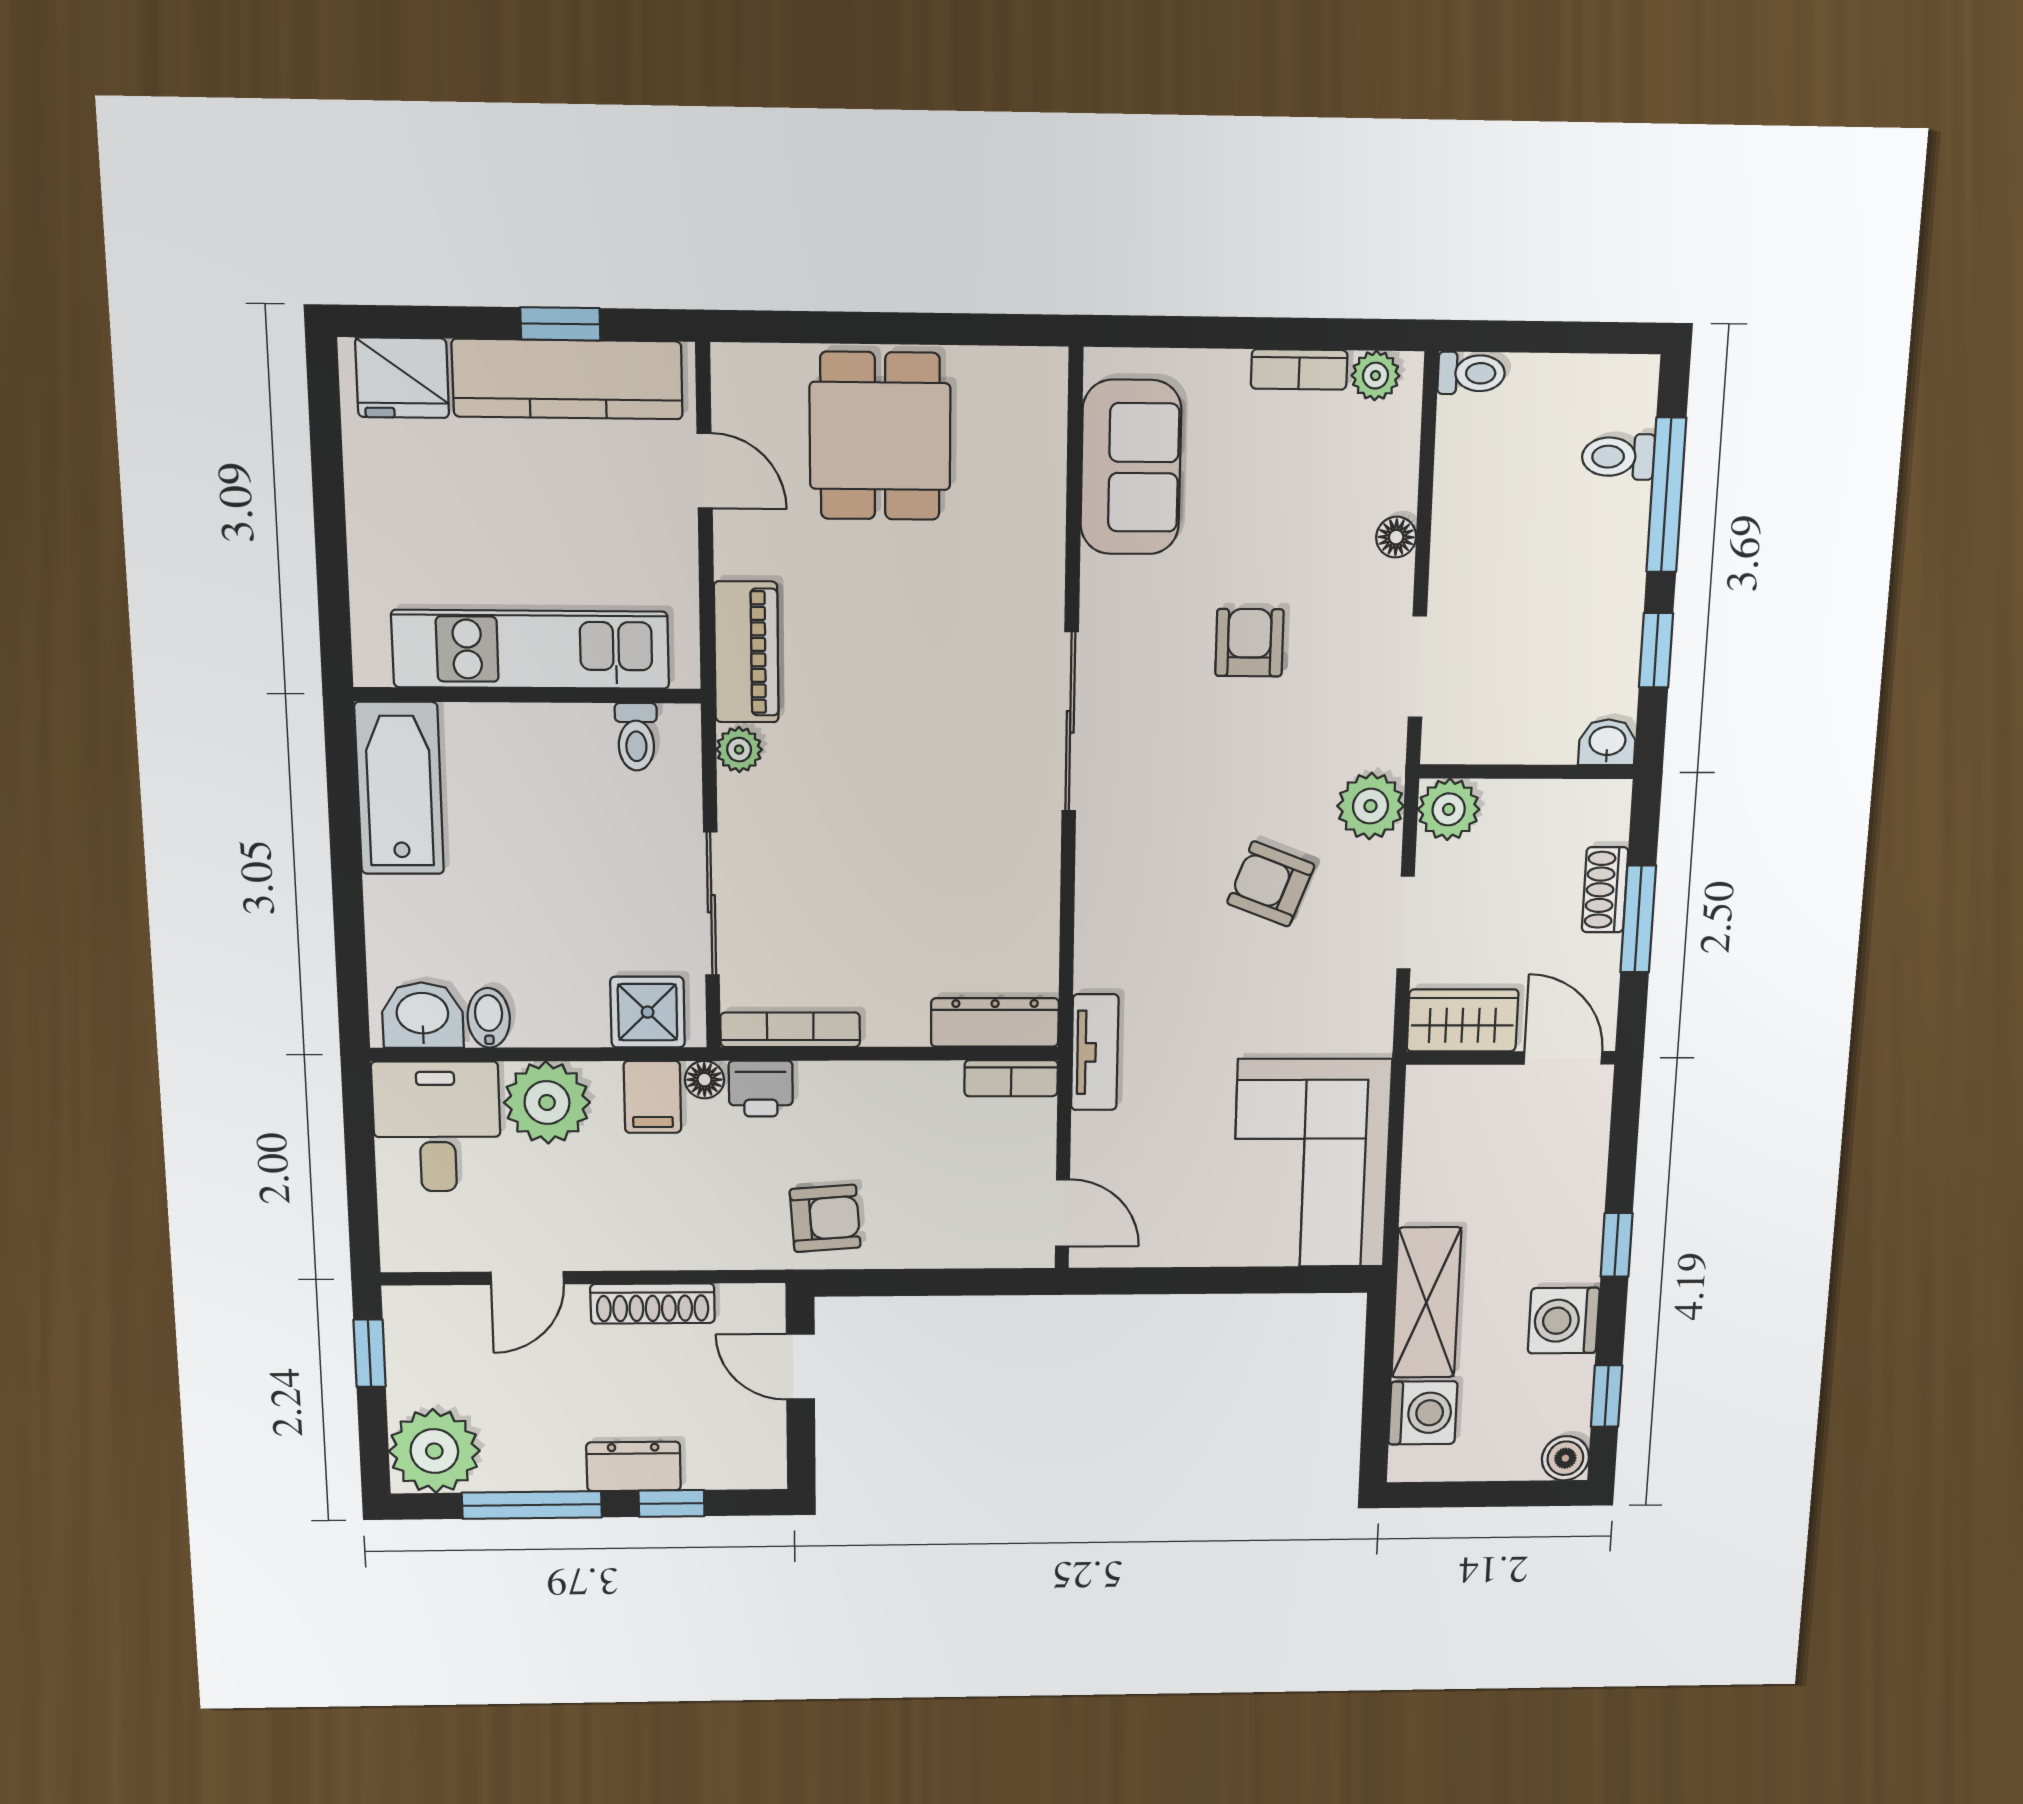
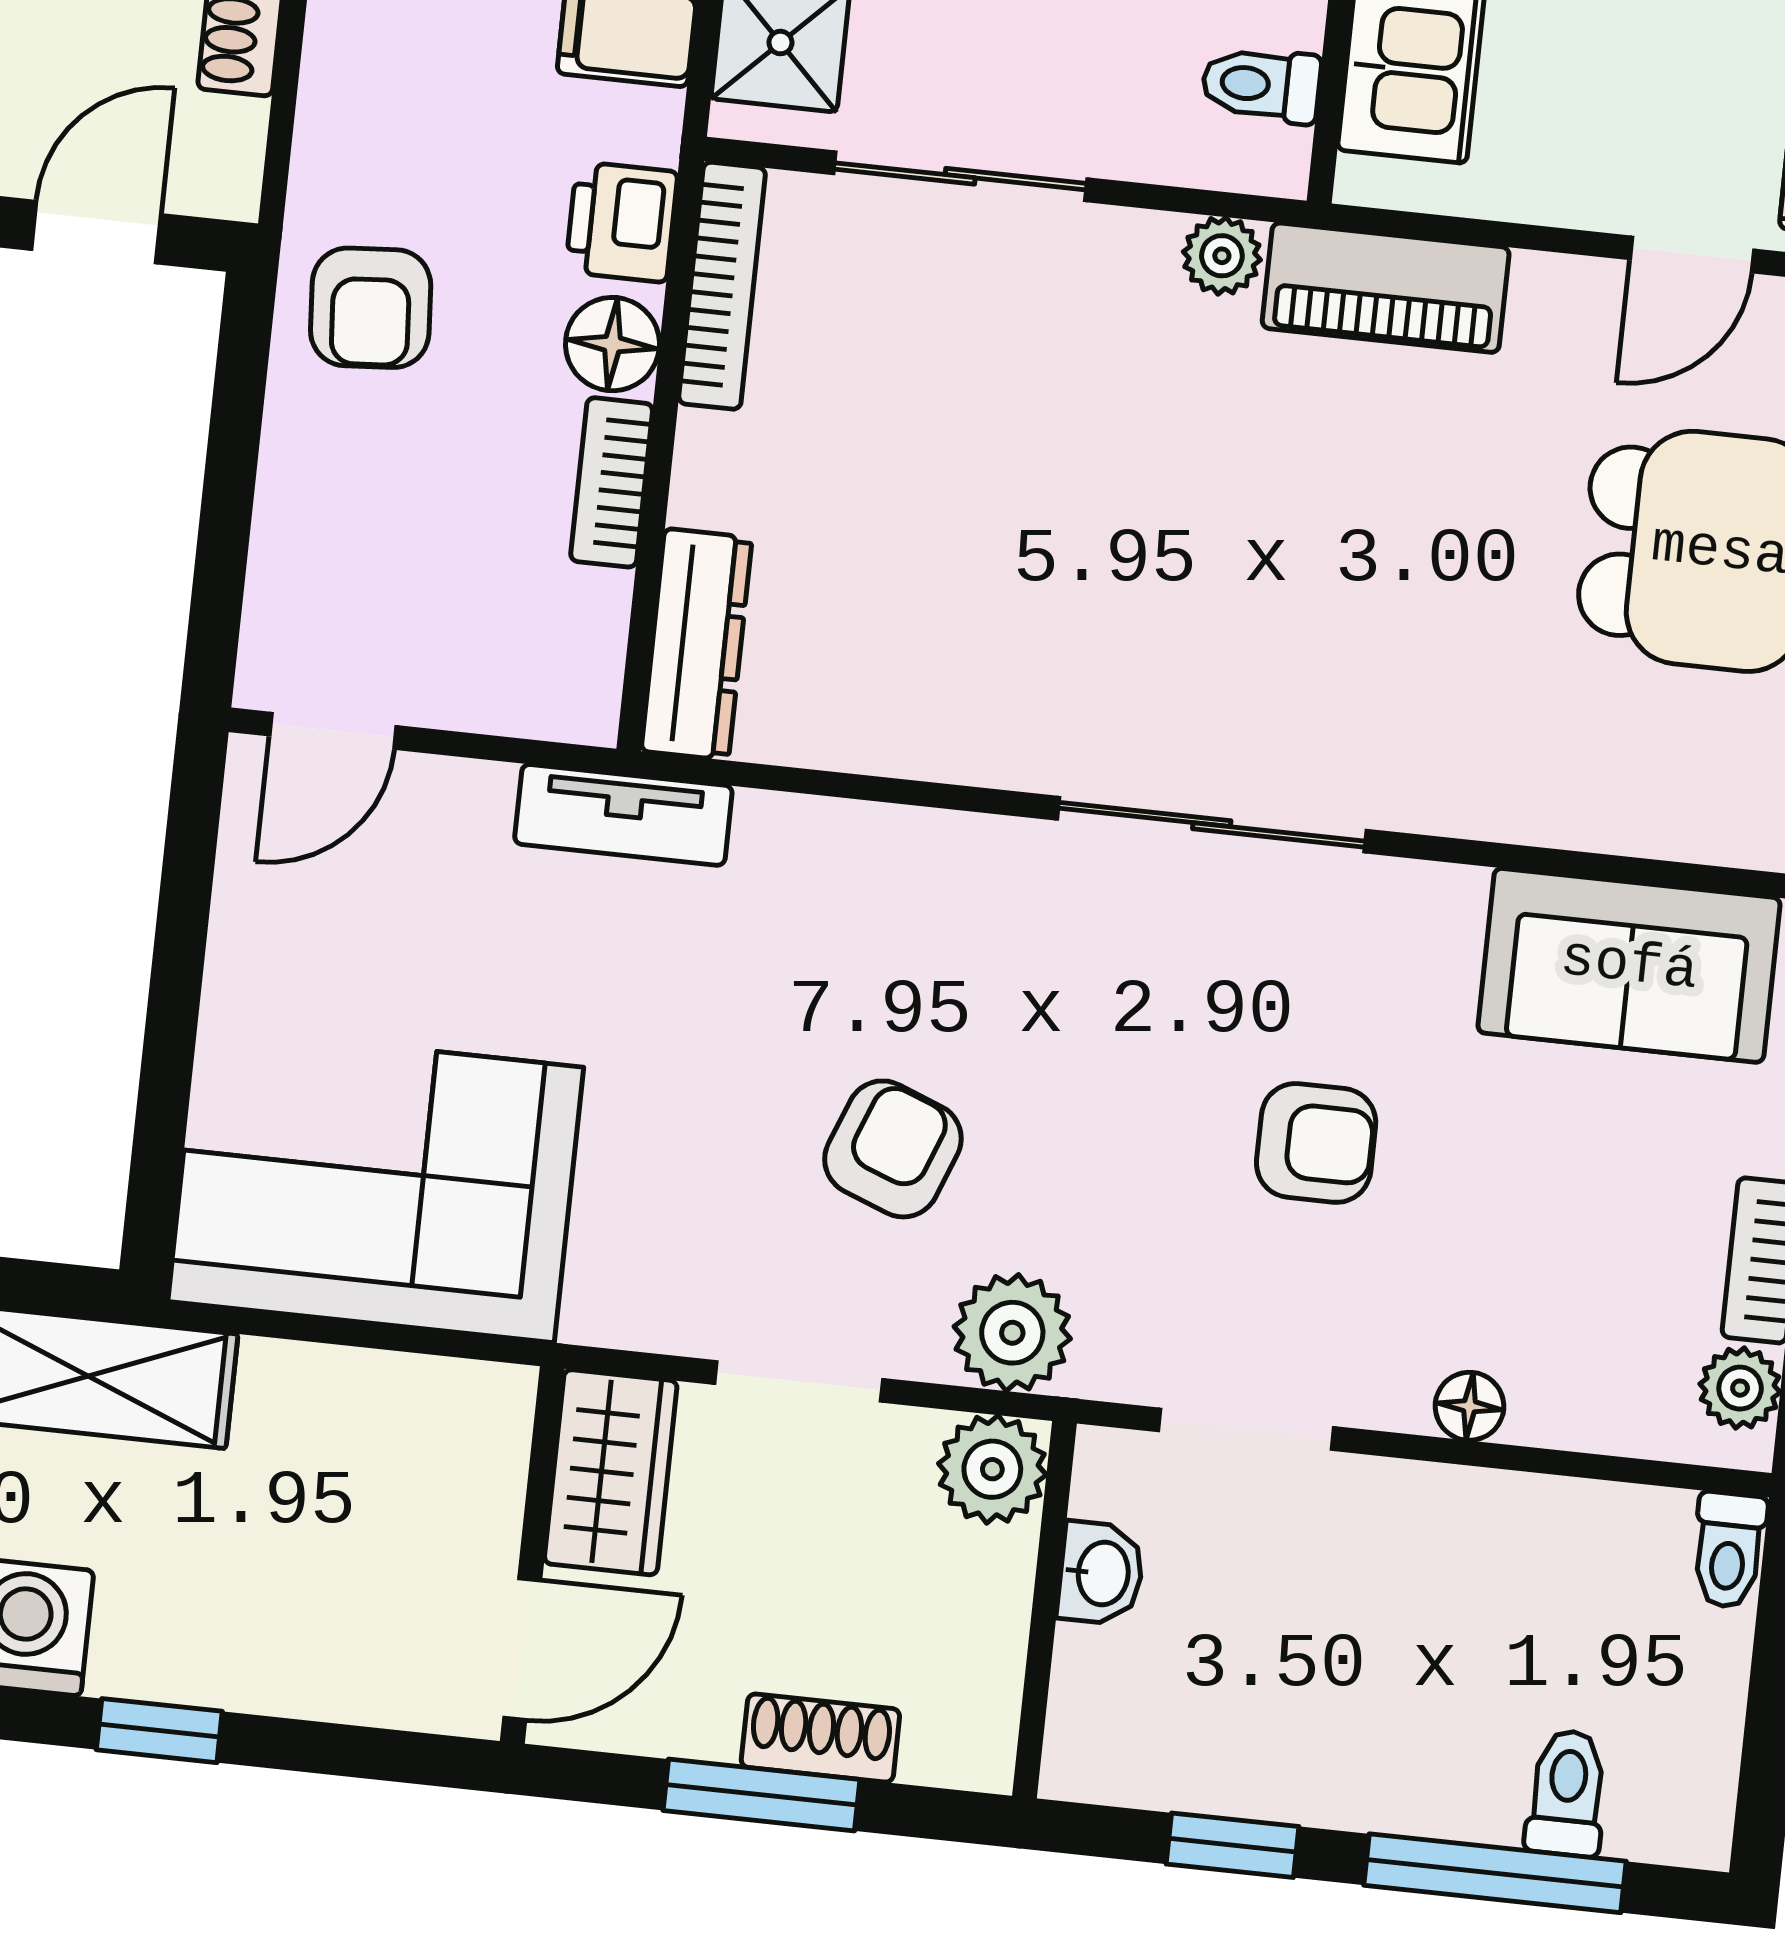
washbasin: (1607, 742) -> (1101, 1573), moved
bookcase: (1011, 1078) -> (612, 482), moved
floor lamp: (704, 1080) -> (612, 344), moved, width x1.37, depth x1.37

